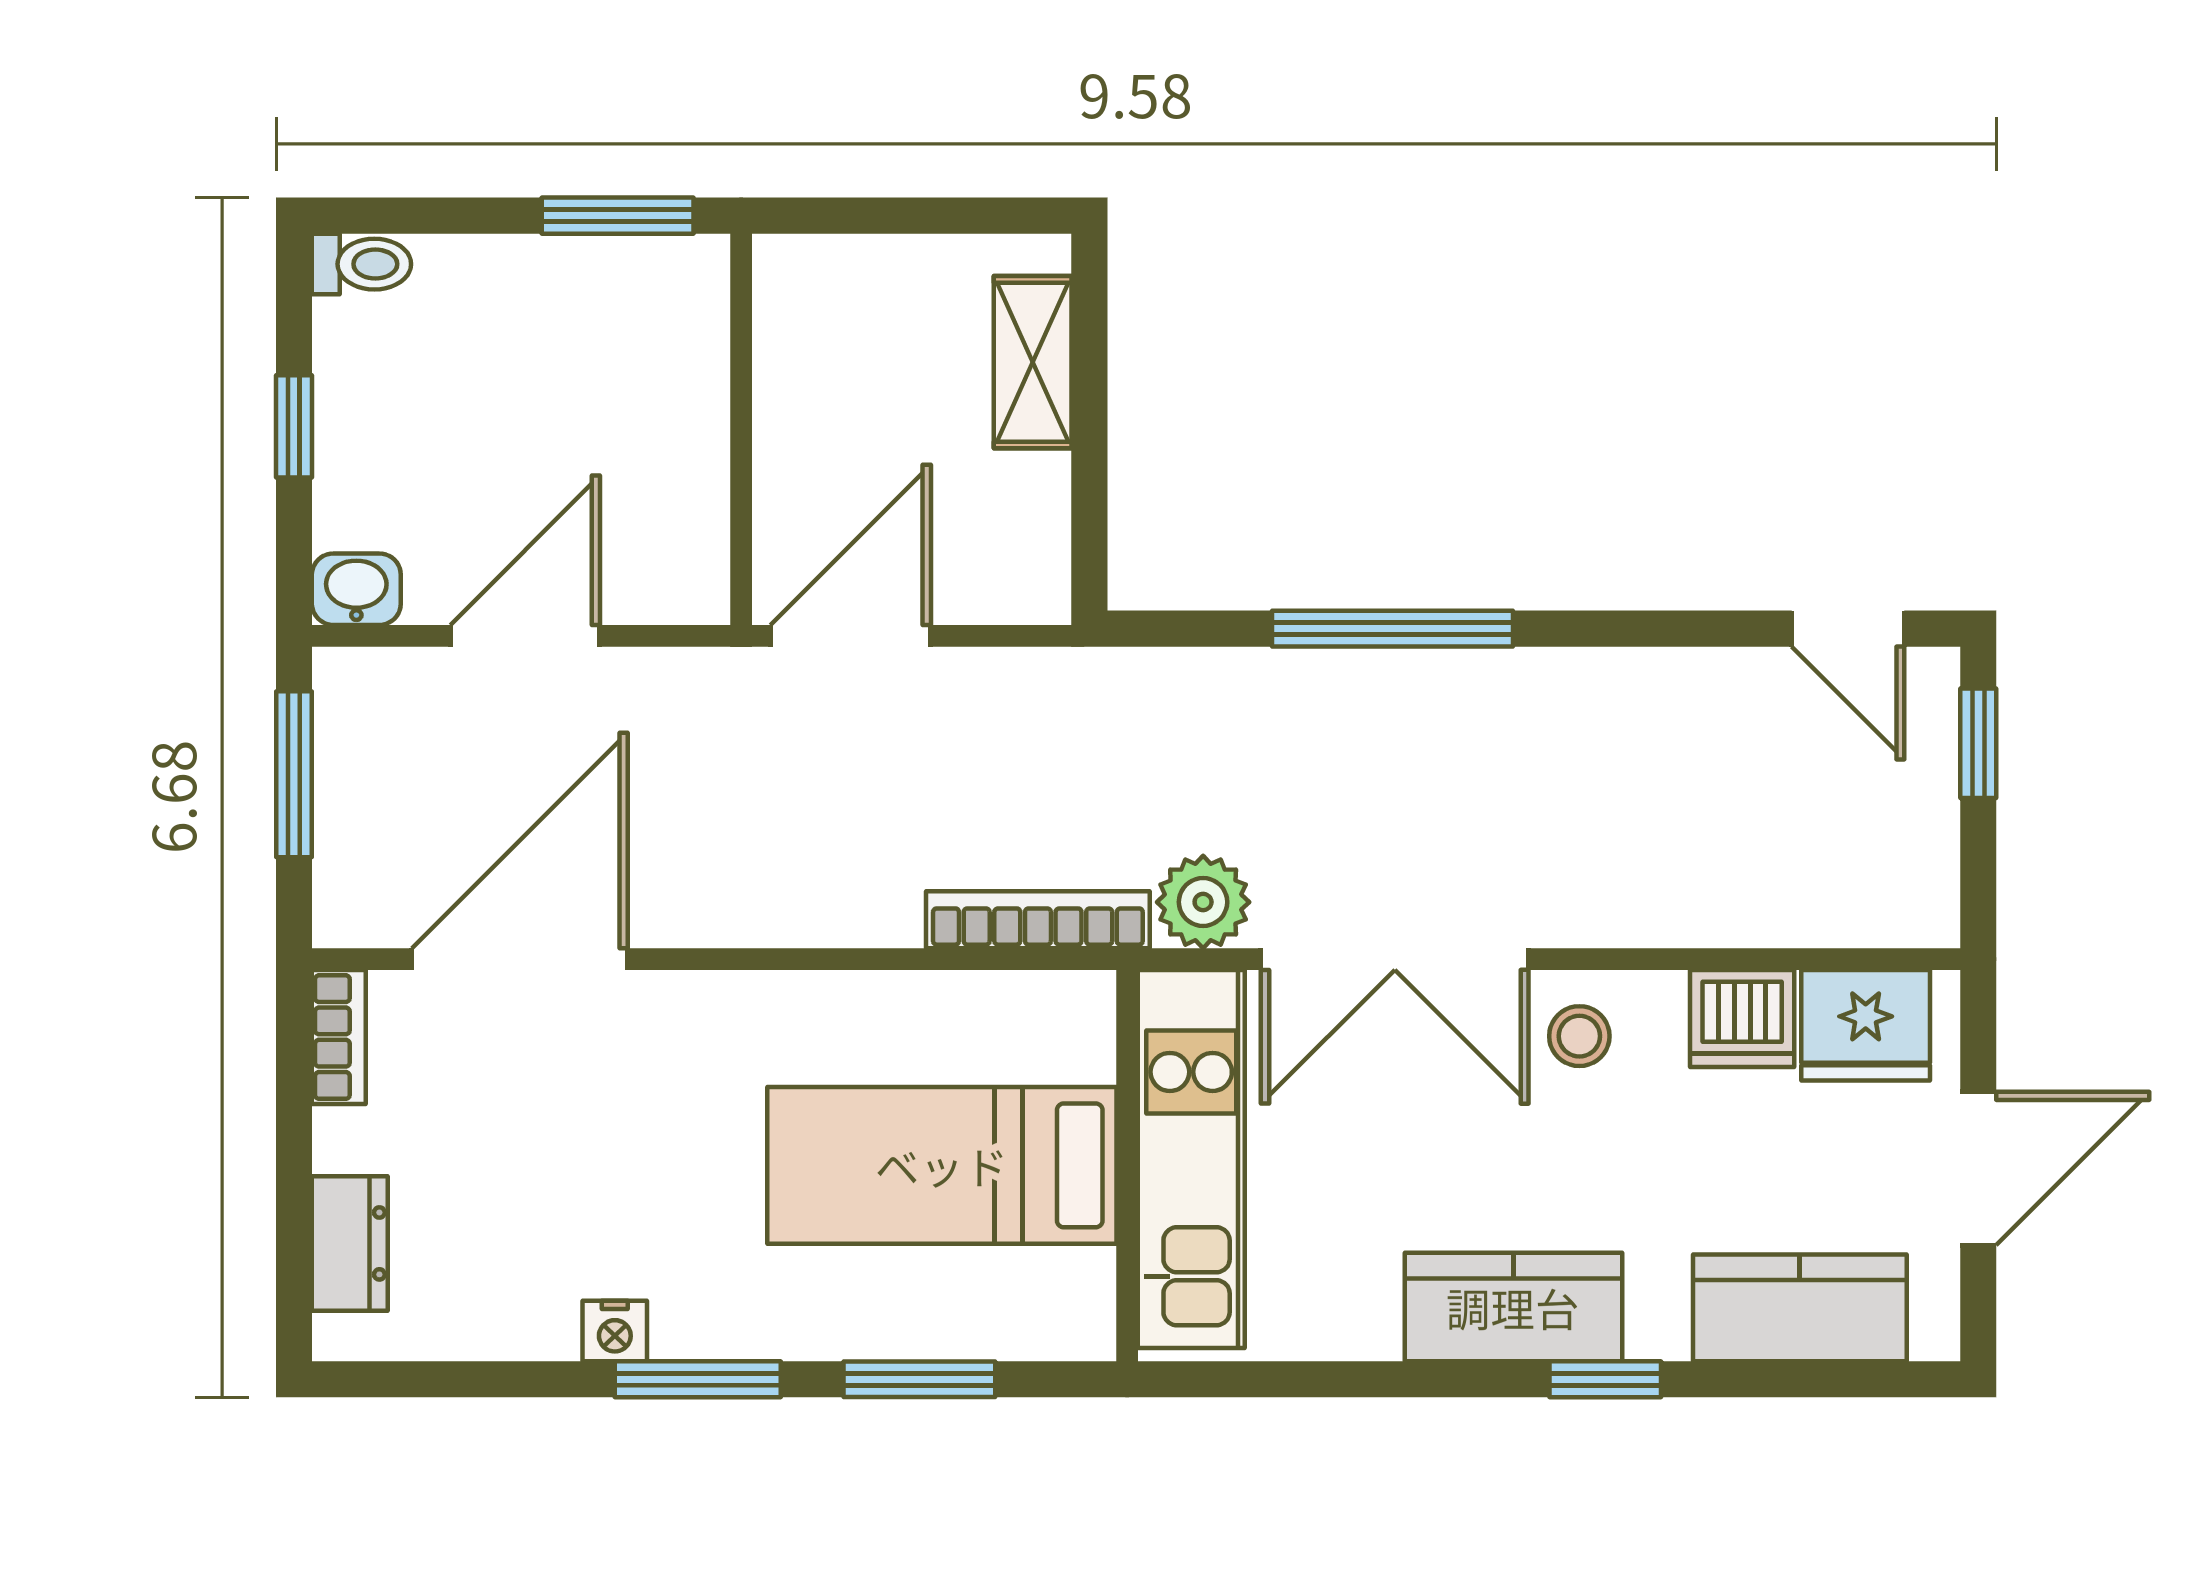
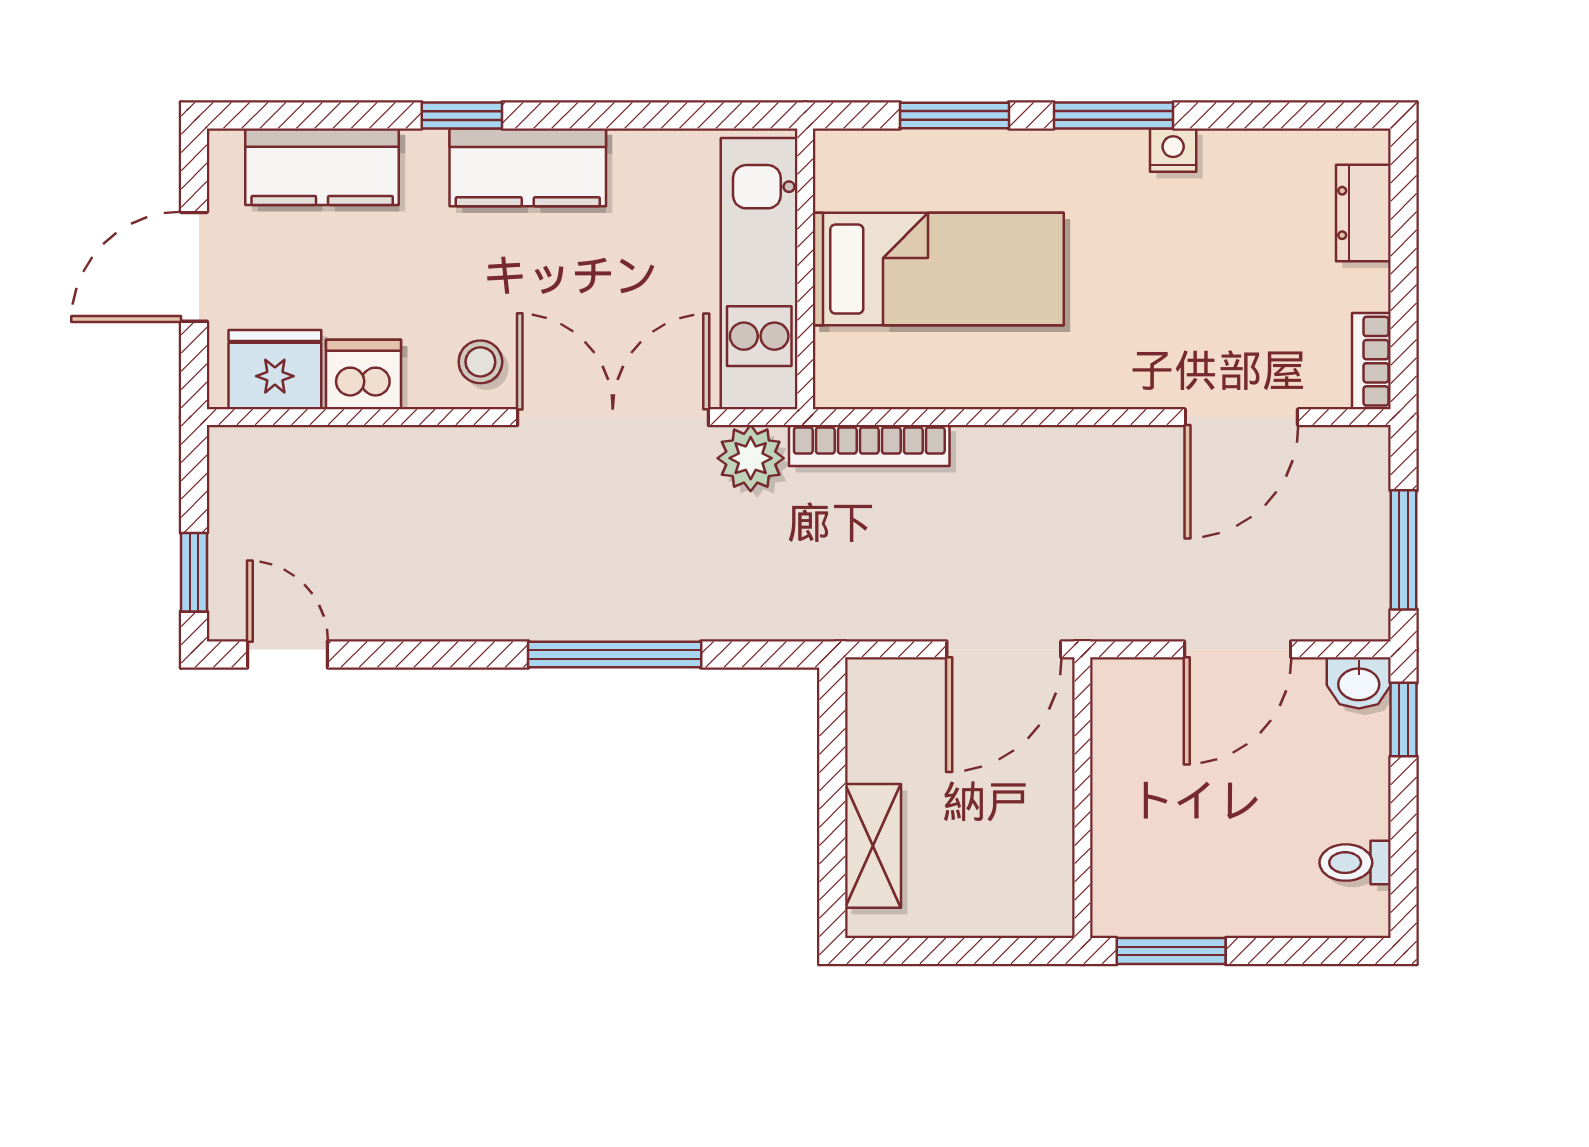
toilet: (361, 264) -> (1355, 863), moved
window: (294, 426) -> (1404, 719), moved
door: (520, 959) -> (1241, 417), width x0.73

